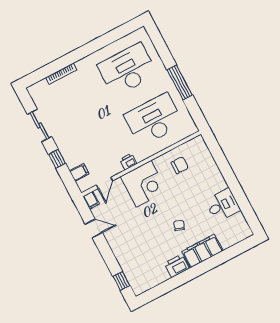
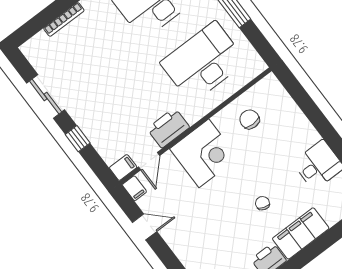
printer: (128, 162) -> (168, 128), width x1.87, depth x1.48
chair: (180, 165) -> (250, 119), turned -90
filing cabinet: (79, 172) -> (123, 167), moved

